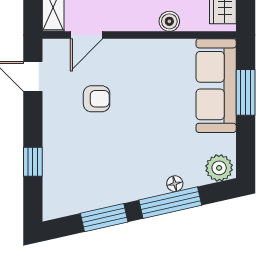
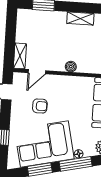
boiler: (169, 21) -> (71, 67), moved
corner sofa: (109, 169) -> (44, 144), added

